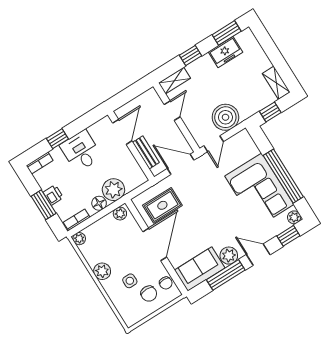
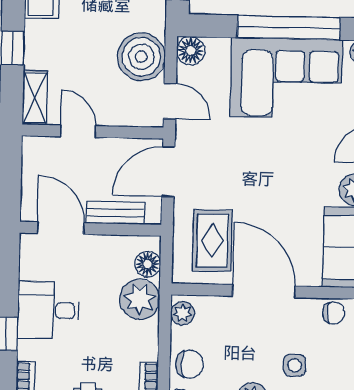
floor lamp: (243, 138) -> (191, 51), added
floor lamp: (99, 203) -> (148, 264), moved
chair: (149, 294) -> (190, 364), moved

